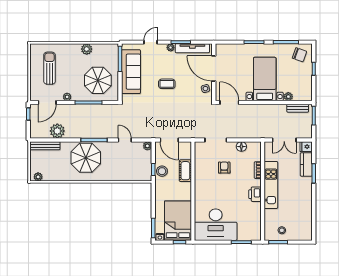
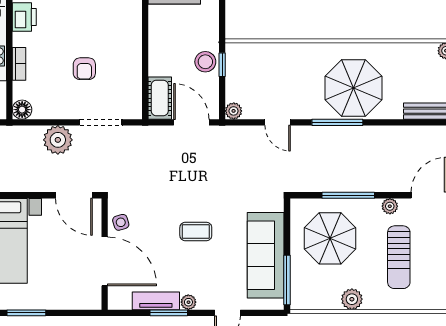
tv unit: (192, 48) -> (156, 301), width x0.71
sun lounger: (50, 68) -> (399, 257), moved
plant: (57, 131) -> (58, 140), moved
floor lamp: (241, 147) -> (22, 110), moved
cot: (185, 171) -> (160, 98), moved

